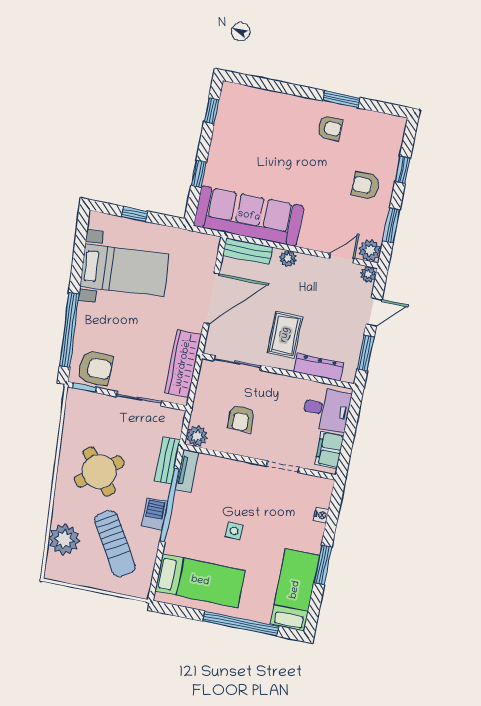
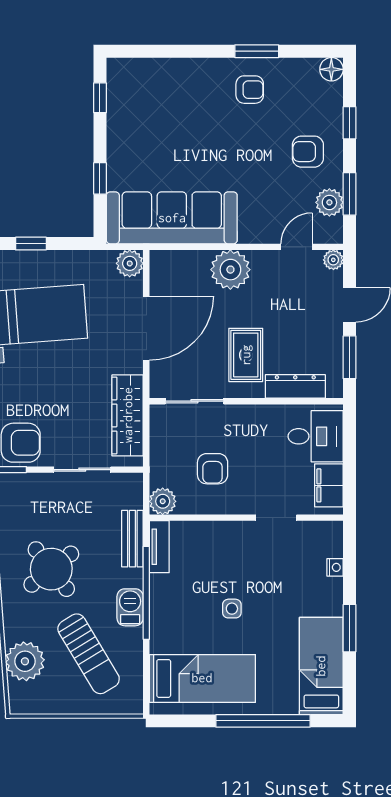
floor lamp: (397, 125) -> (331, 69), added
plant: (209, 245) -> (130, 263), added
plant: (370, 250) -> (329, 202), moved
bench: (247, 251) -> (179, 261), removed
plant: (288, 259) -> (230, 270), width x1.88, depth x1.88

